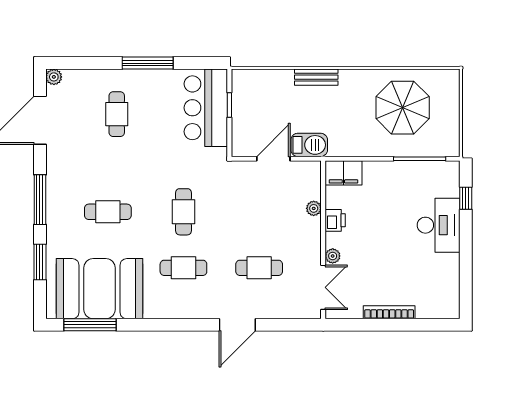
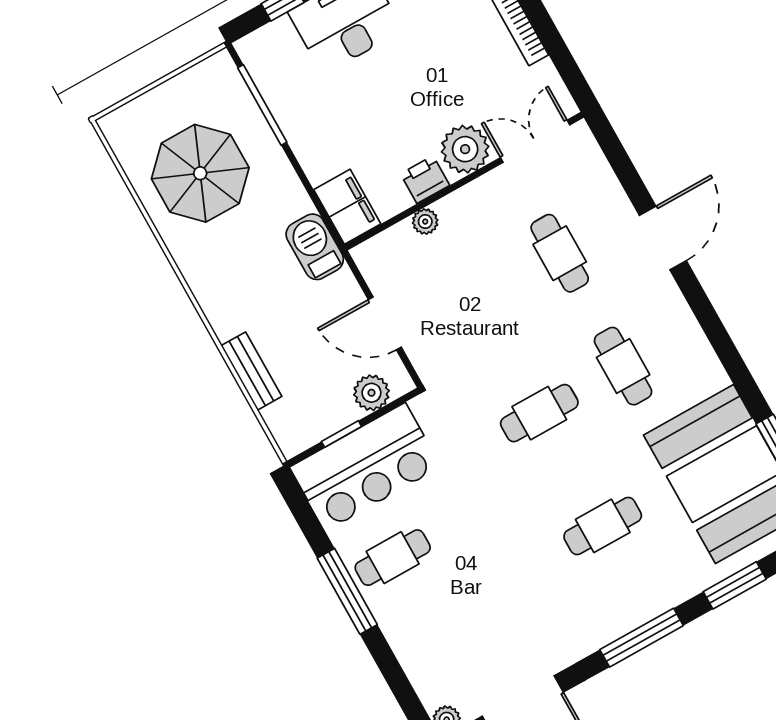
bench: (316, 77) -> (251, 371), moved
cafe table: (117, 114) -> (393, 558), moved
plant: (242, 132) -> (371, 393), added
barbecue: (309, 145) -> (315, 247), moved
cafe table: (108, 212) -> (603, 526), turned 90
plant: (333, 256) -> (465, 149), width x1.87, depth x1.87
door: (237, 325) -> (663, 238), hinge flipped

